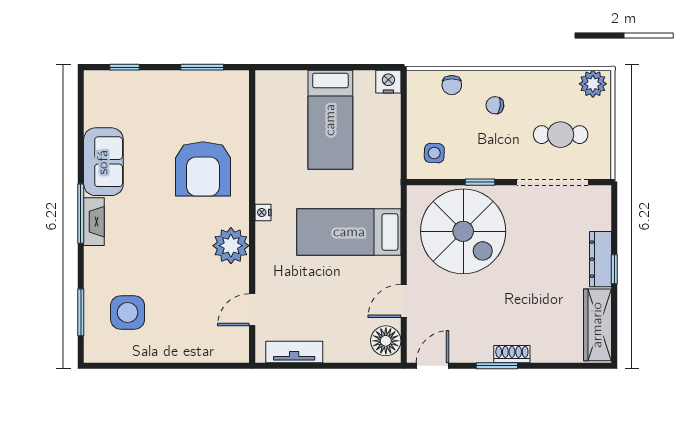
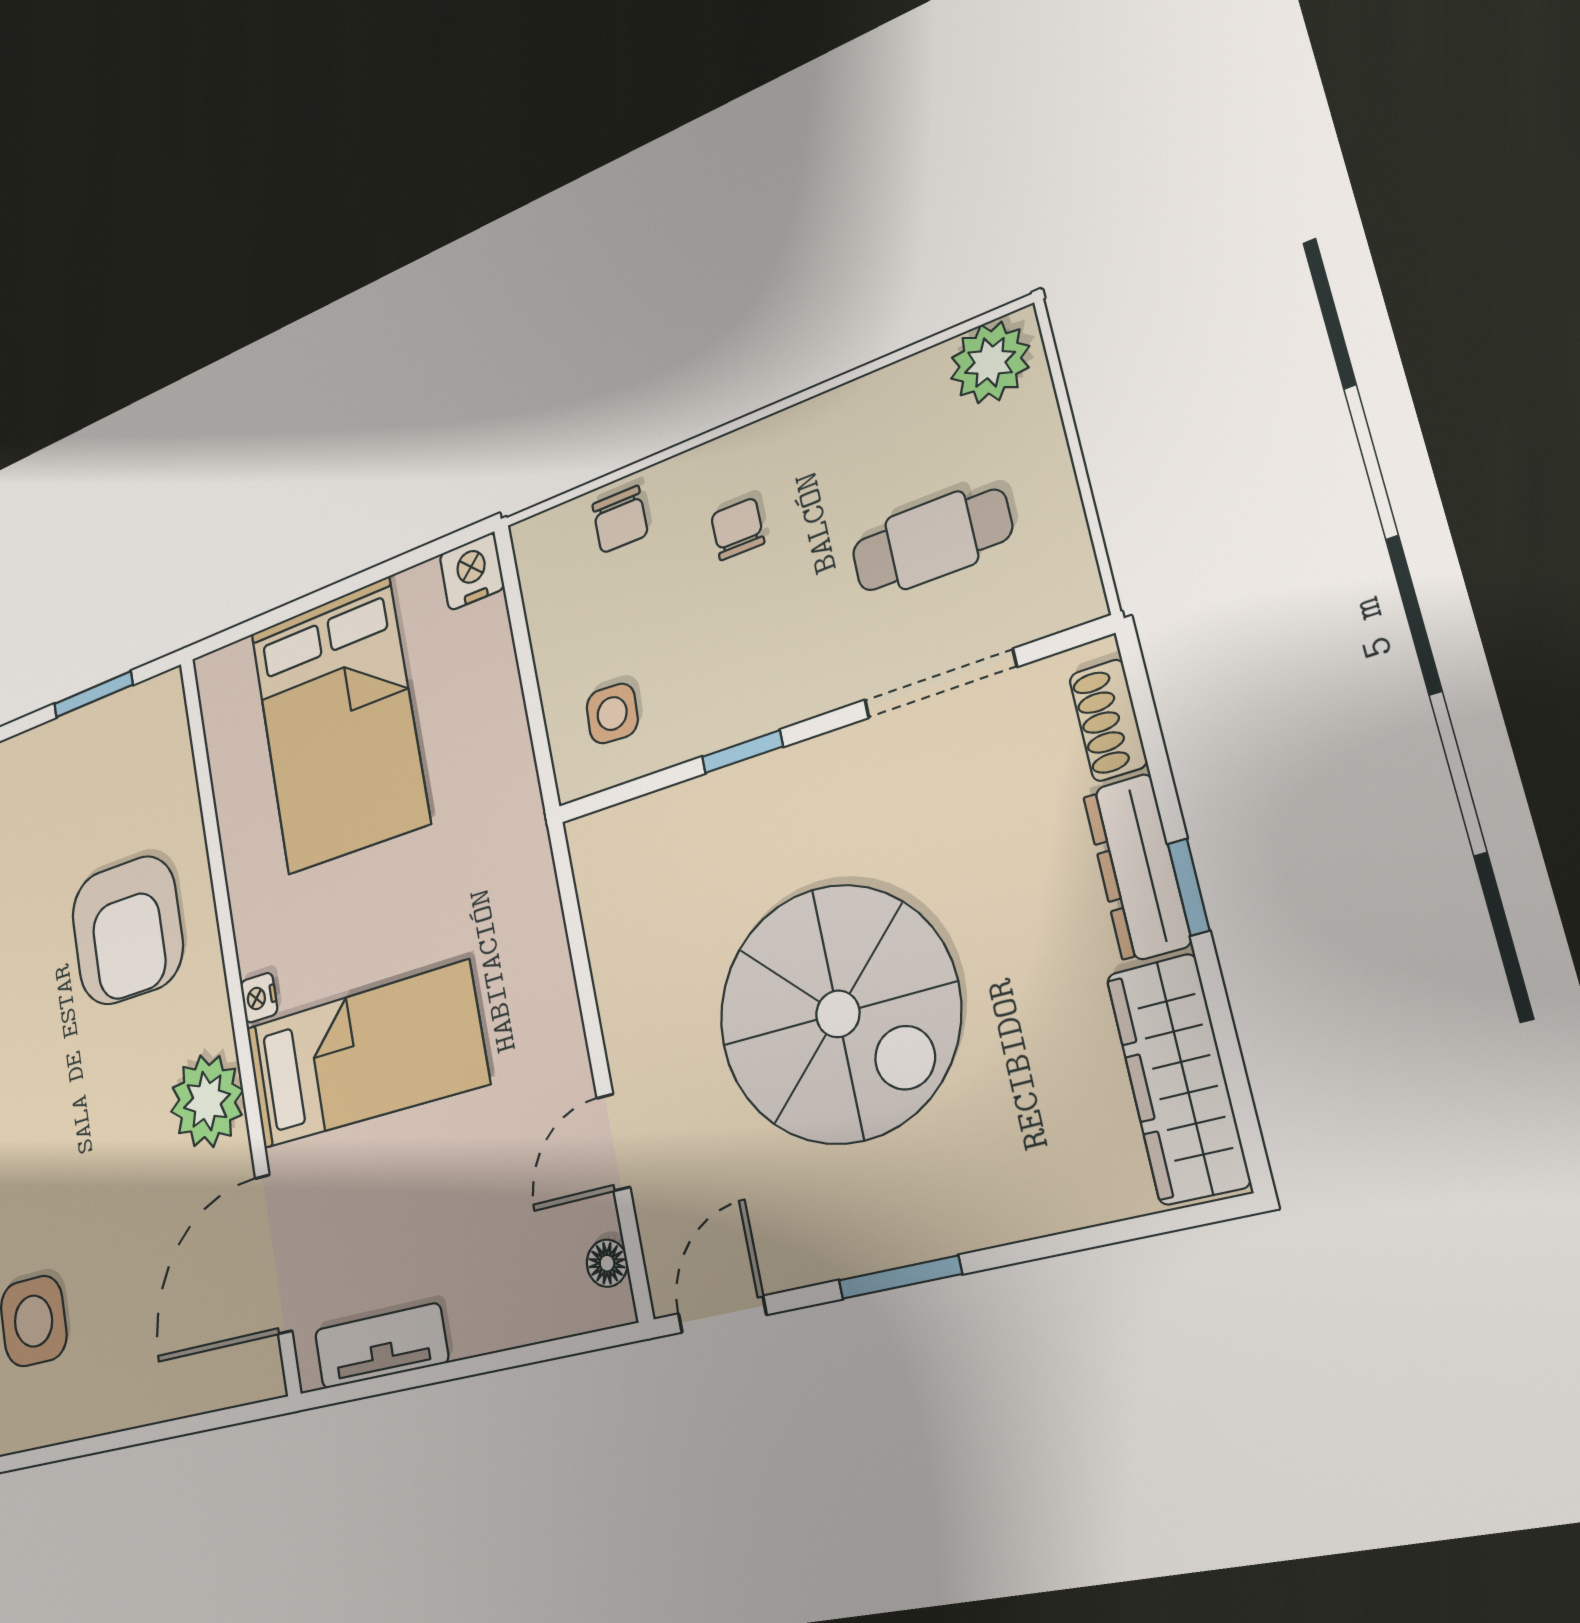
chair: (495, 105) -> (738, 529), turned 83
bed: (330, 120) -> (339, 726), width x1.50
doorway: (553, 182) -> (940, 684), width x0.73
spiral stairs: (463, 231) -> (838, 1014), moved
bed: (349, 232) -> (364, 1056), moved, turned 180
door: (252, 310) -> (274, 1254), width x1.87
floor lamp: (386, 341) -> (607, 1263), width x0.53, depth x0.53
shoe rack: (512, 354) -> (1108, 720), moved, turned -90

